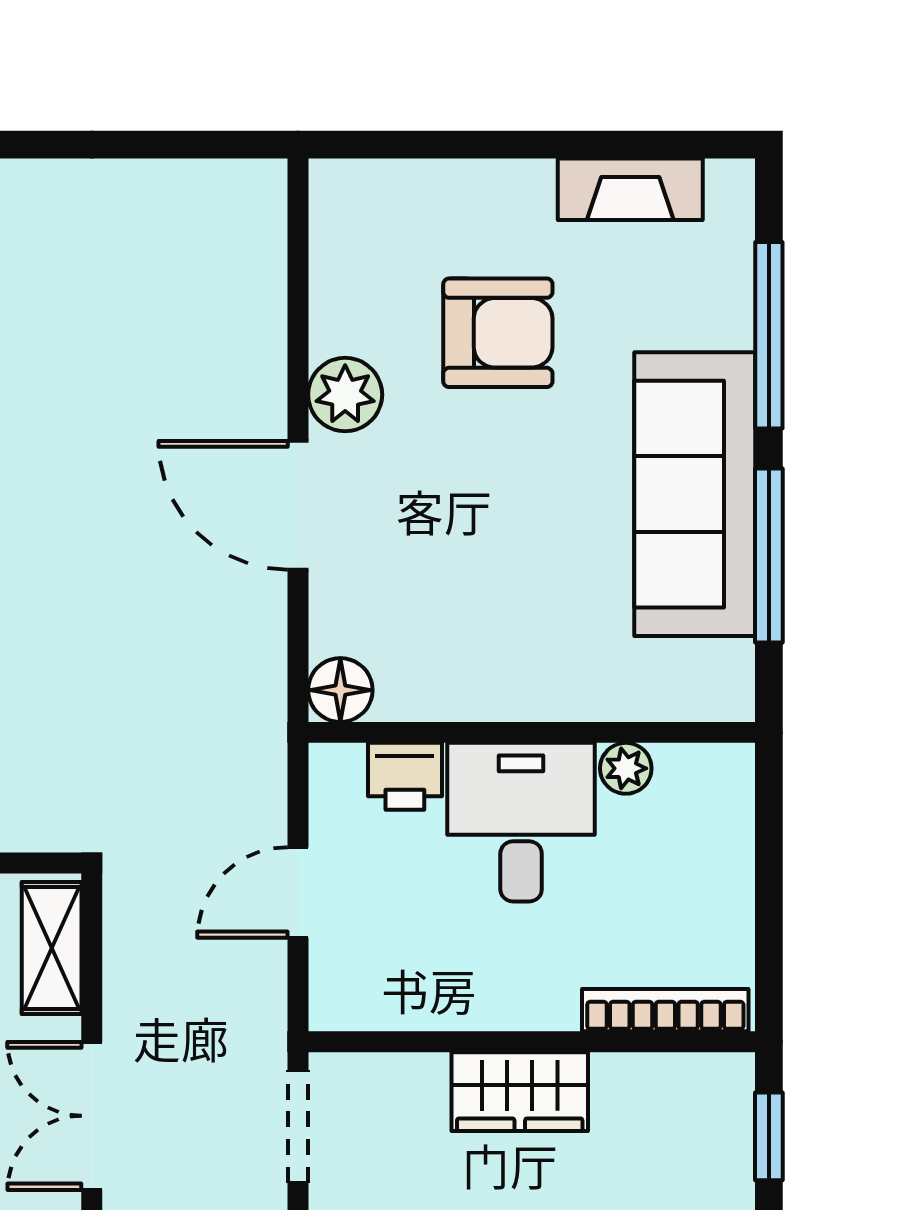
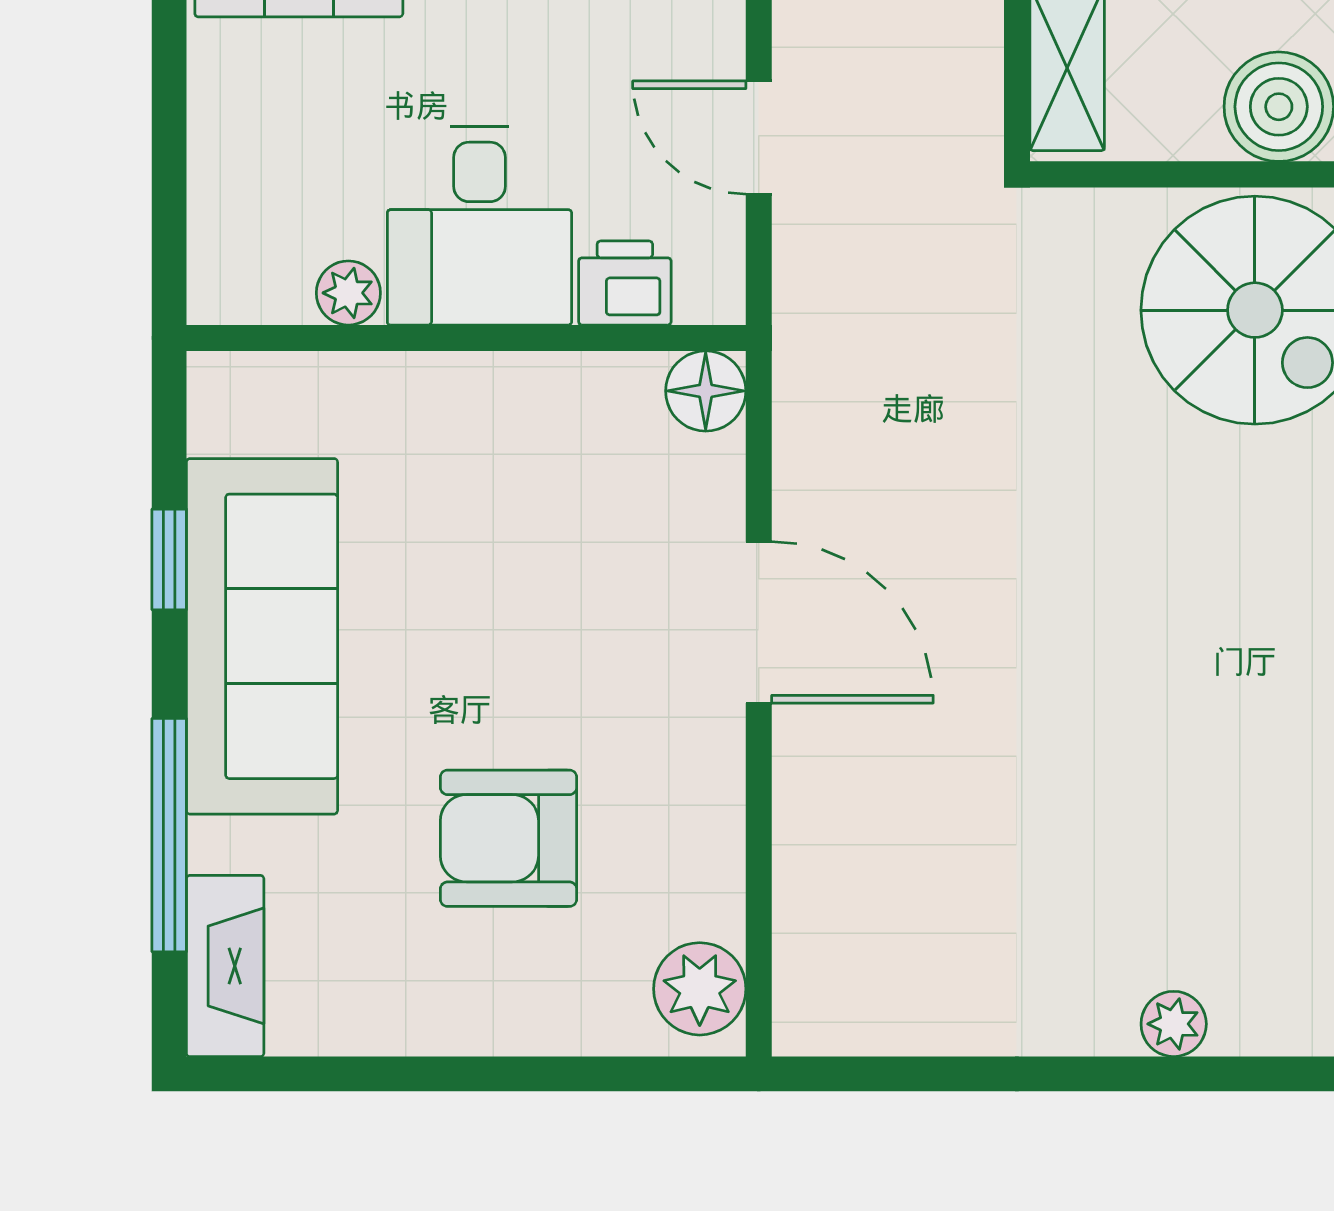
fireplace: (630, 189) -> (225, 966), moved, turned 90
plant: (345, 395) -> (700, 989), moved
window: (769, 556) -> (169, 559), width x0.46
door: (298, 893) -> (759, 138), swing flipped

